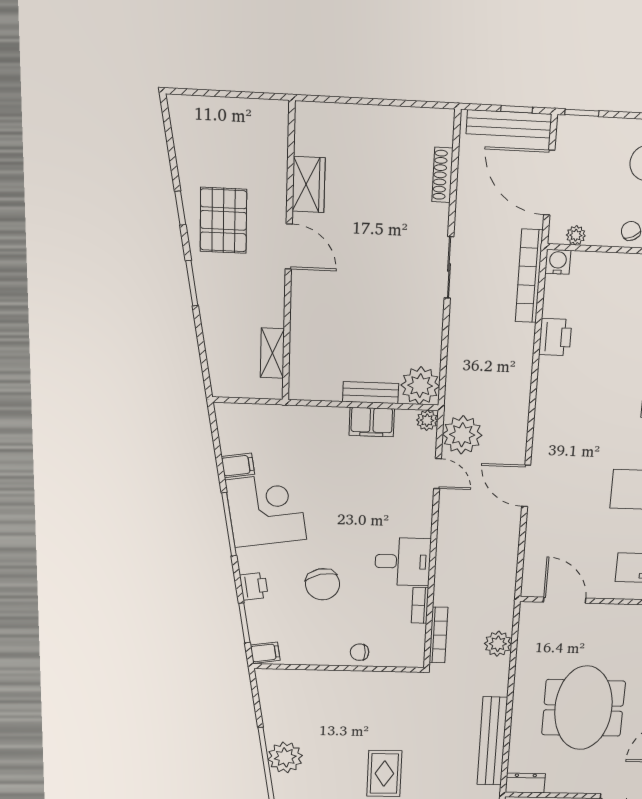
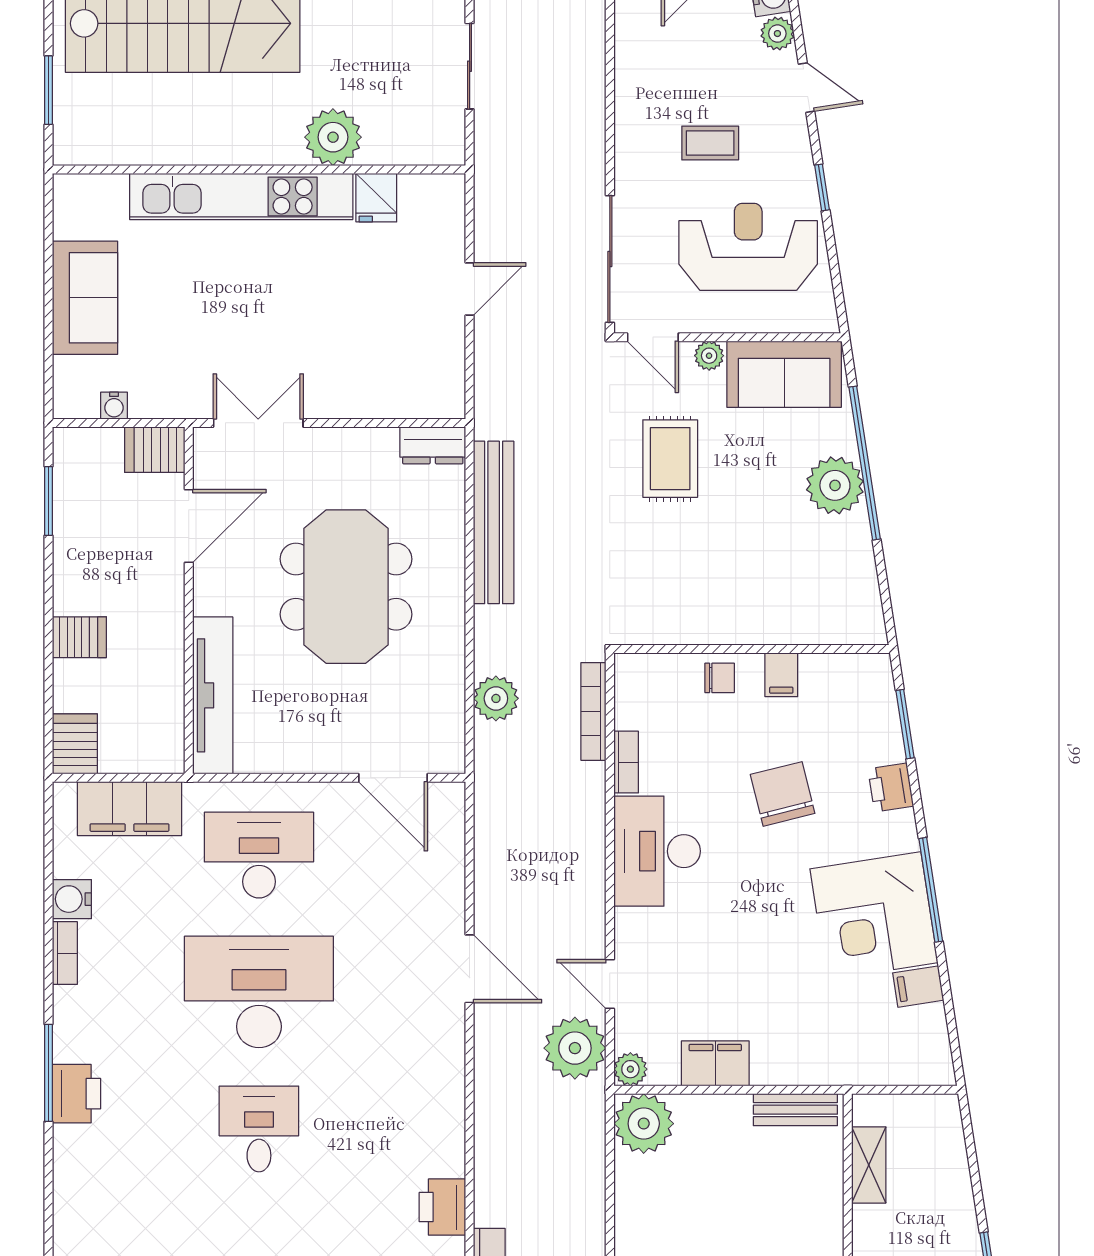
bench: (371, 393) -> (795, 1110), moved
desk: (403, 562) -> (657, 851), width x1.37
filing cabinet: (265, 653) -> (781, 675), moved, turned -81

